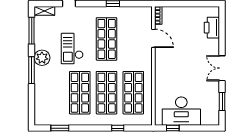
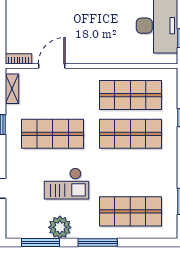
shelving: (44, 11) -> (12, 89), moved
plant: (42, 58) -> (60, 227), moved
shop shelf: (80, 93) -> (130, 211), moved

